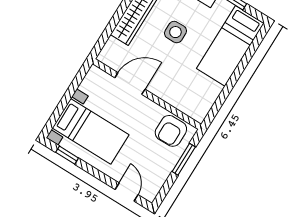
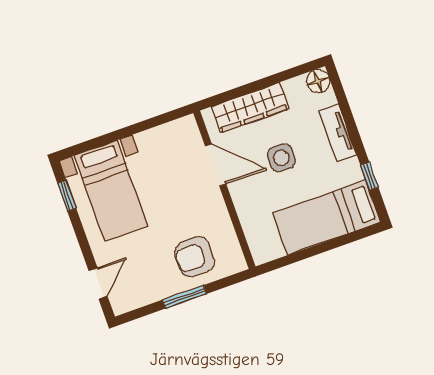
door: (130, 84) -> (216, 165), moved
wall: (147, 94) -> (224, 190), moved

